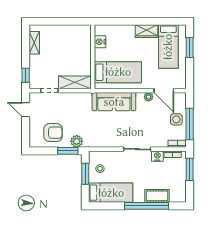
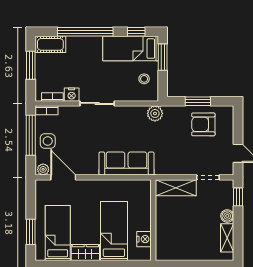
boiler: (34, 60) -> (227, 216), added
bed: (118, 72) -> (114, 231), moved, turned 90
plant: (148, 97) -> (43, 169), moved
plant: (77, 141) -> (155, 113), moved
window: (68, 151) -> (198, 101), moved
window: (190, 169) -> (31, 65), moved
window: (85, 174) -> (163, 57), moved
cot: (157, 196) -> (50, 44), moved
window: (106, 206) -> (136, 32), added

